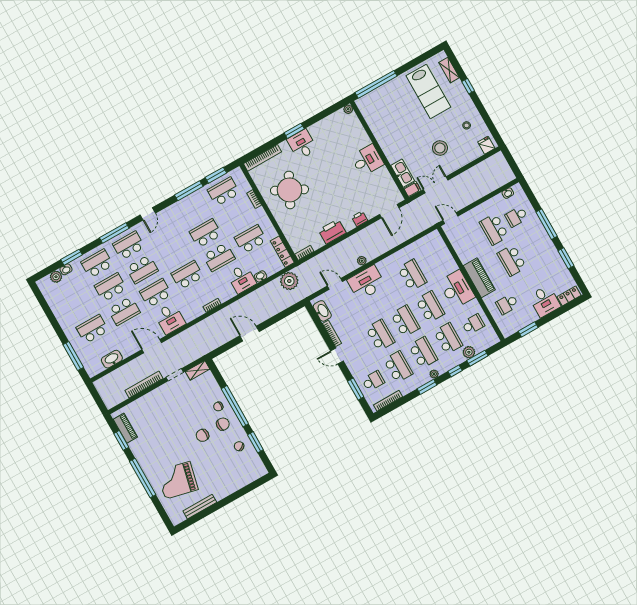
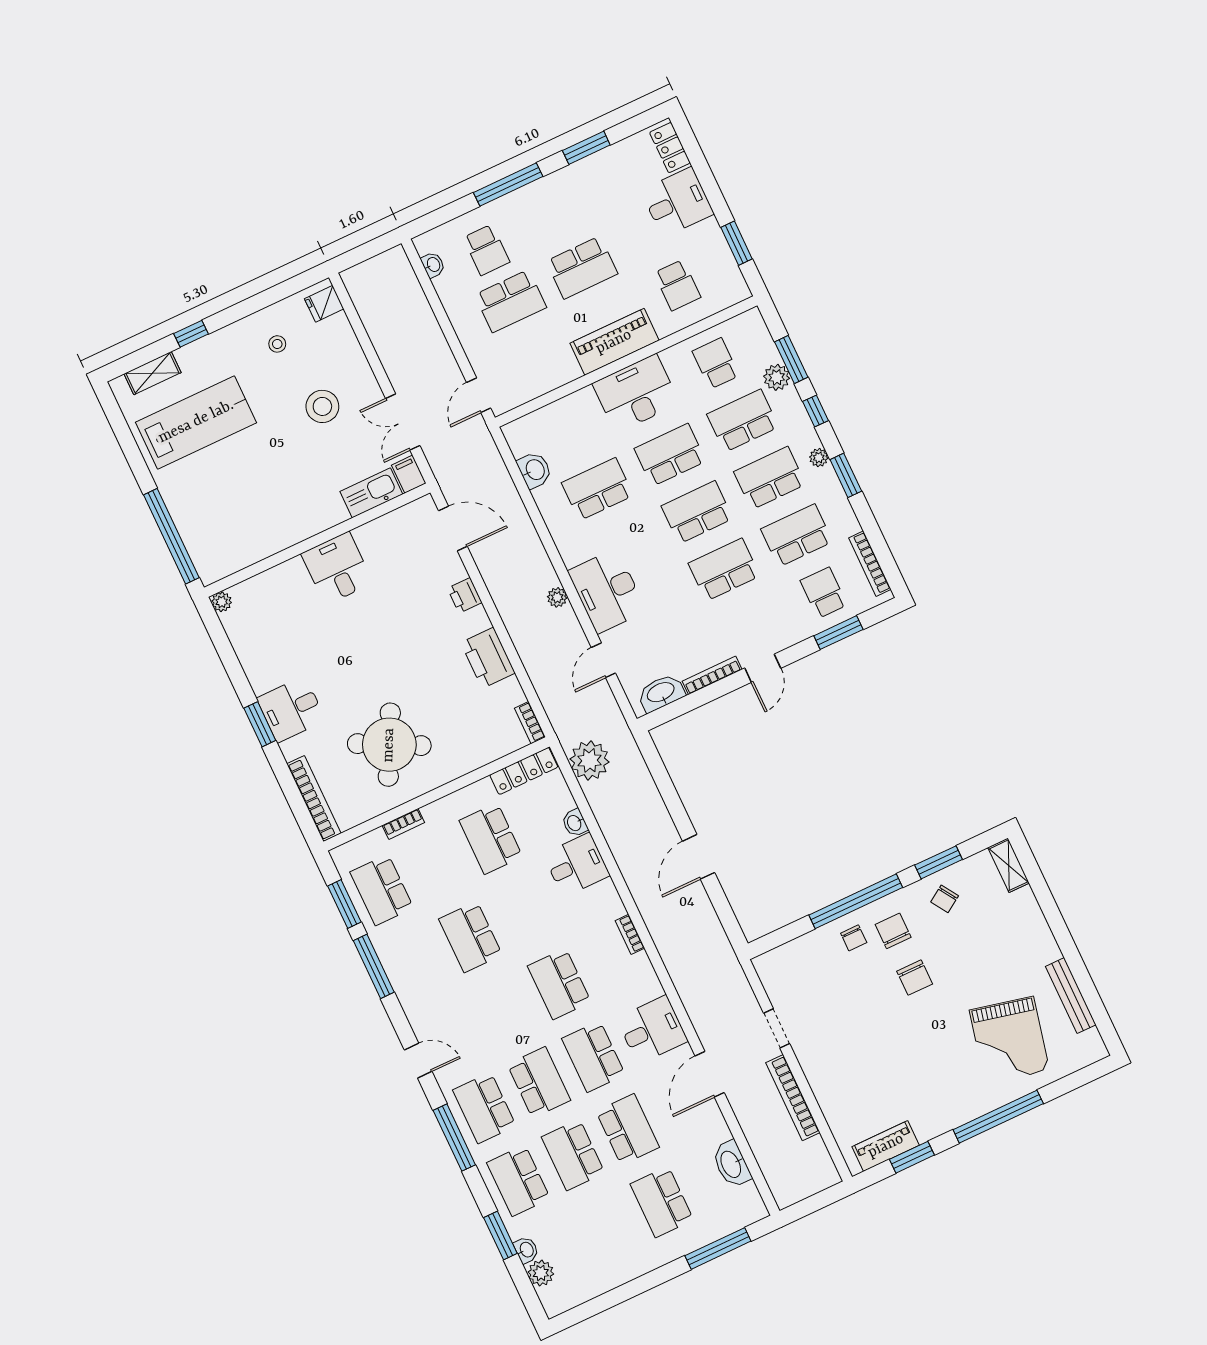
washbasin: (419, 246) -> (535, 470), added
school desk: (219, 257) -> (525, 911), removed
shelving: (198, 370) -> (1009, 865), moved

